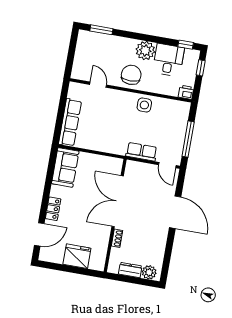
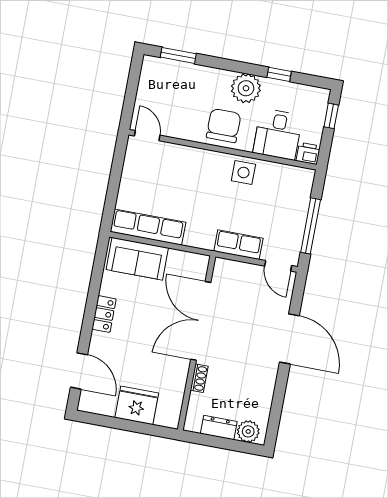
window: (186, 45) -> (279, 74), moved
desk: (168, 60) -> (278, 134), moved, turned 180
door: (98, 85) -> (147, 136), moved
row of seats: (70, 122) -> (148, 227), moved, turned -90
sofa: (65, 167) -> (137, 259), moved, turned 90
locker: (53, 209) -> (104, 314), moved
door: (39, 234) -> (79, 371), hinge flipped

